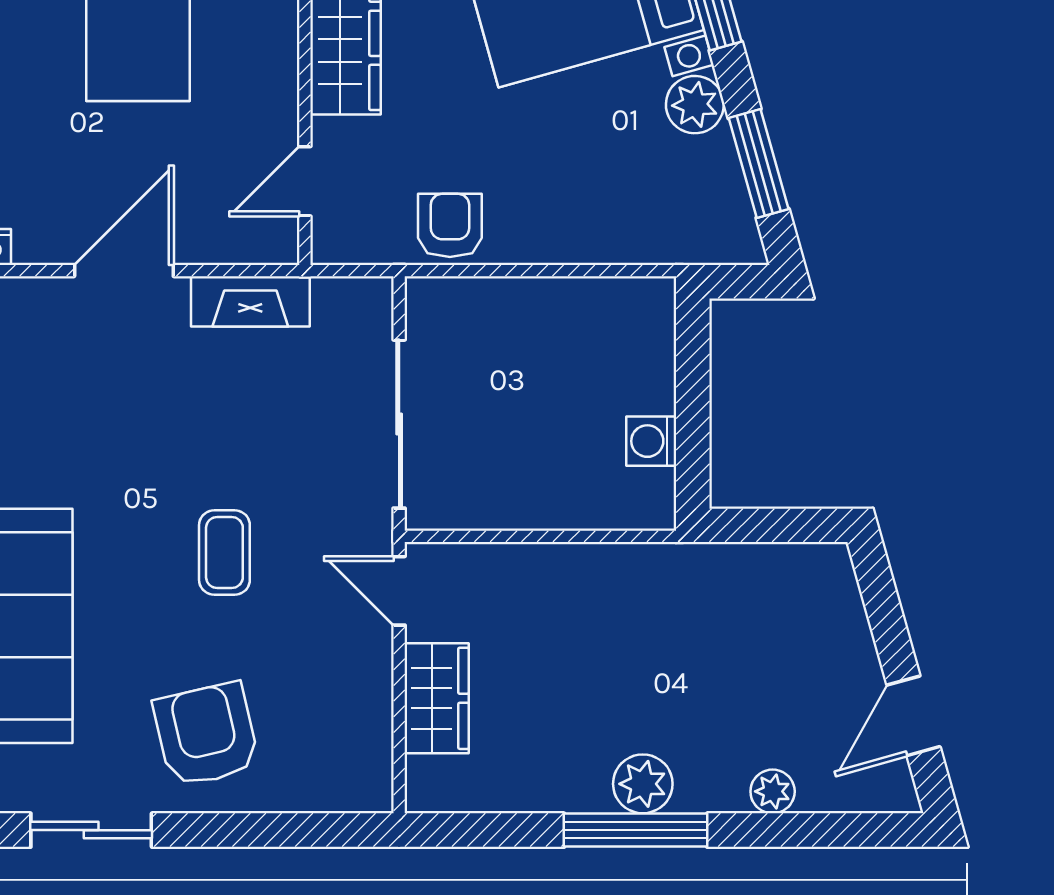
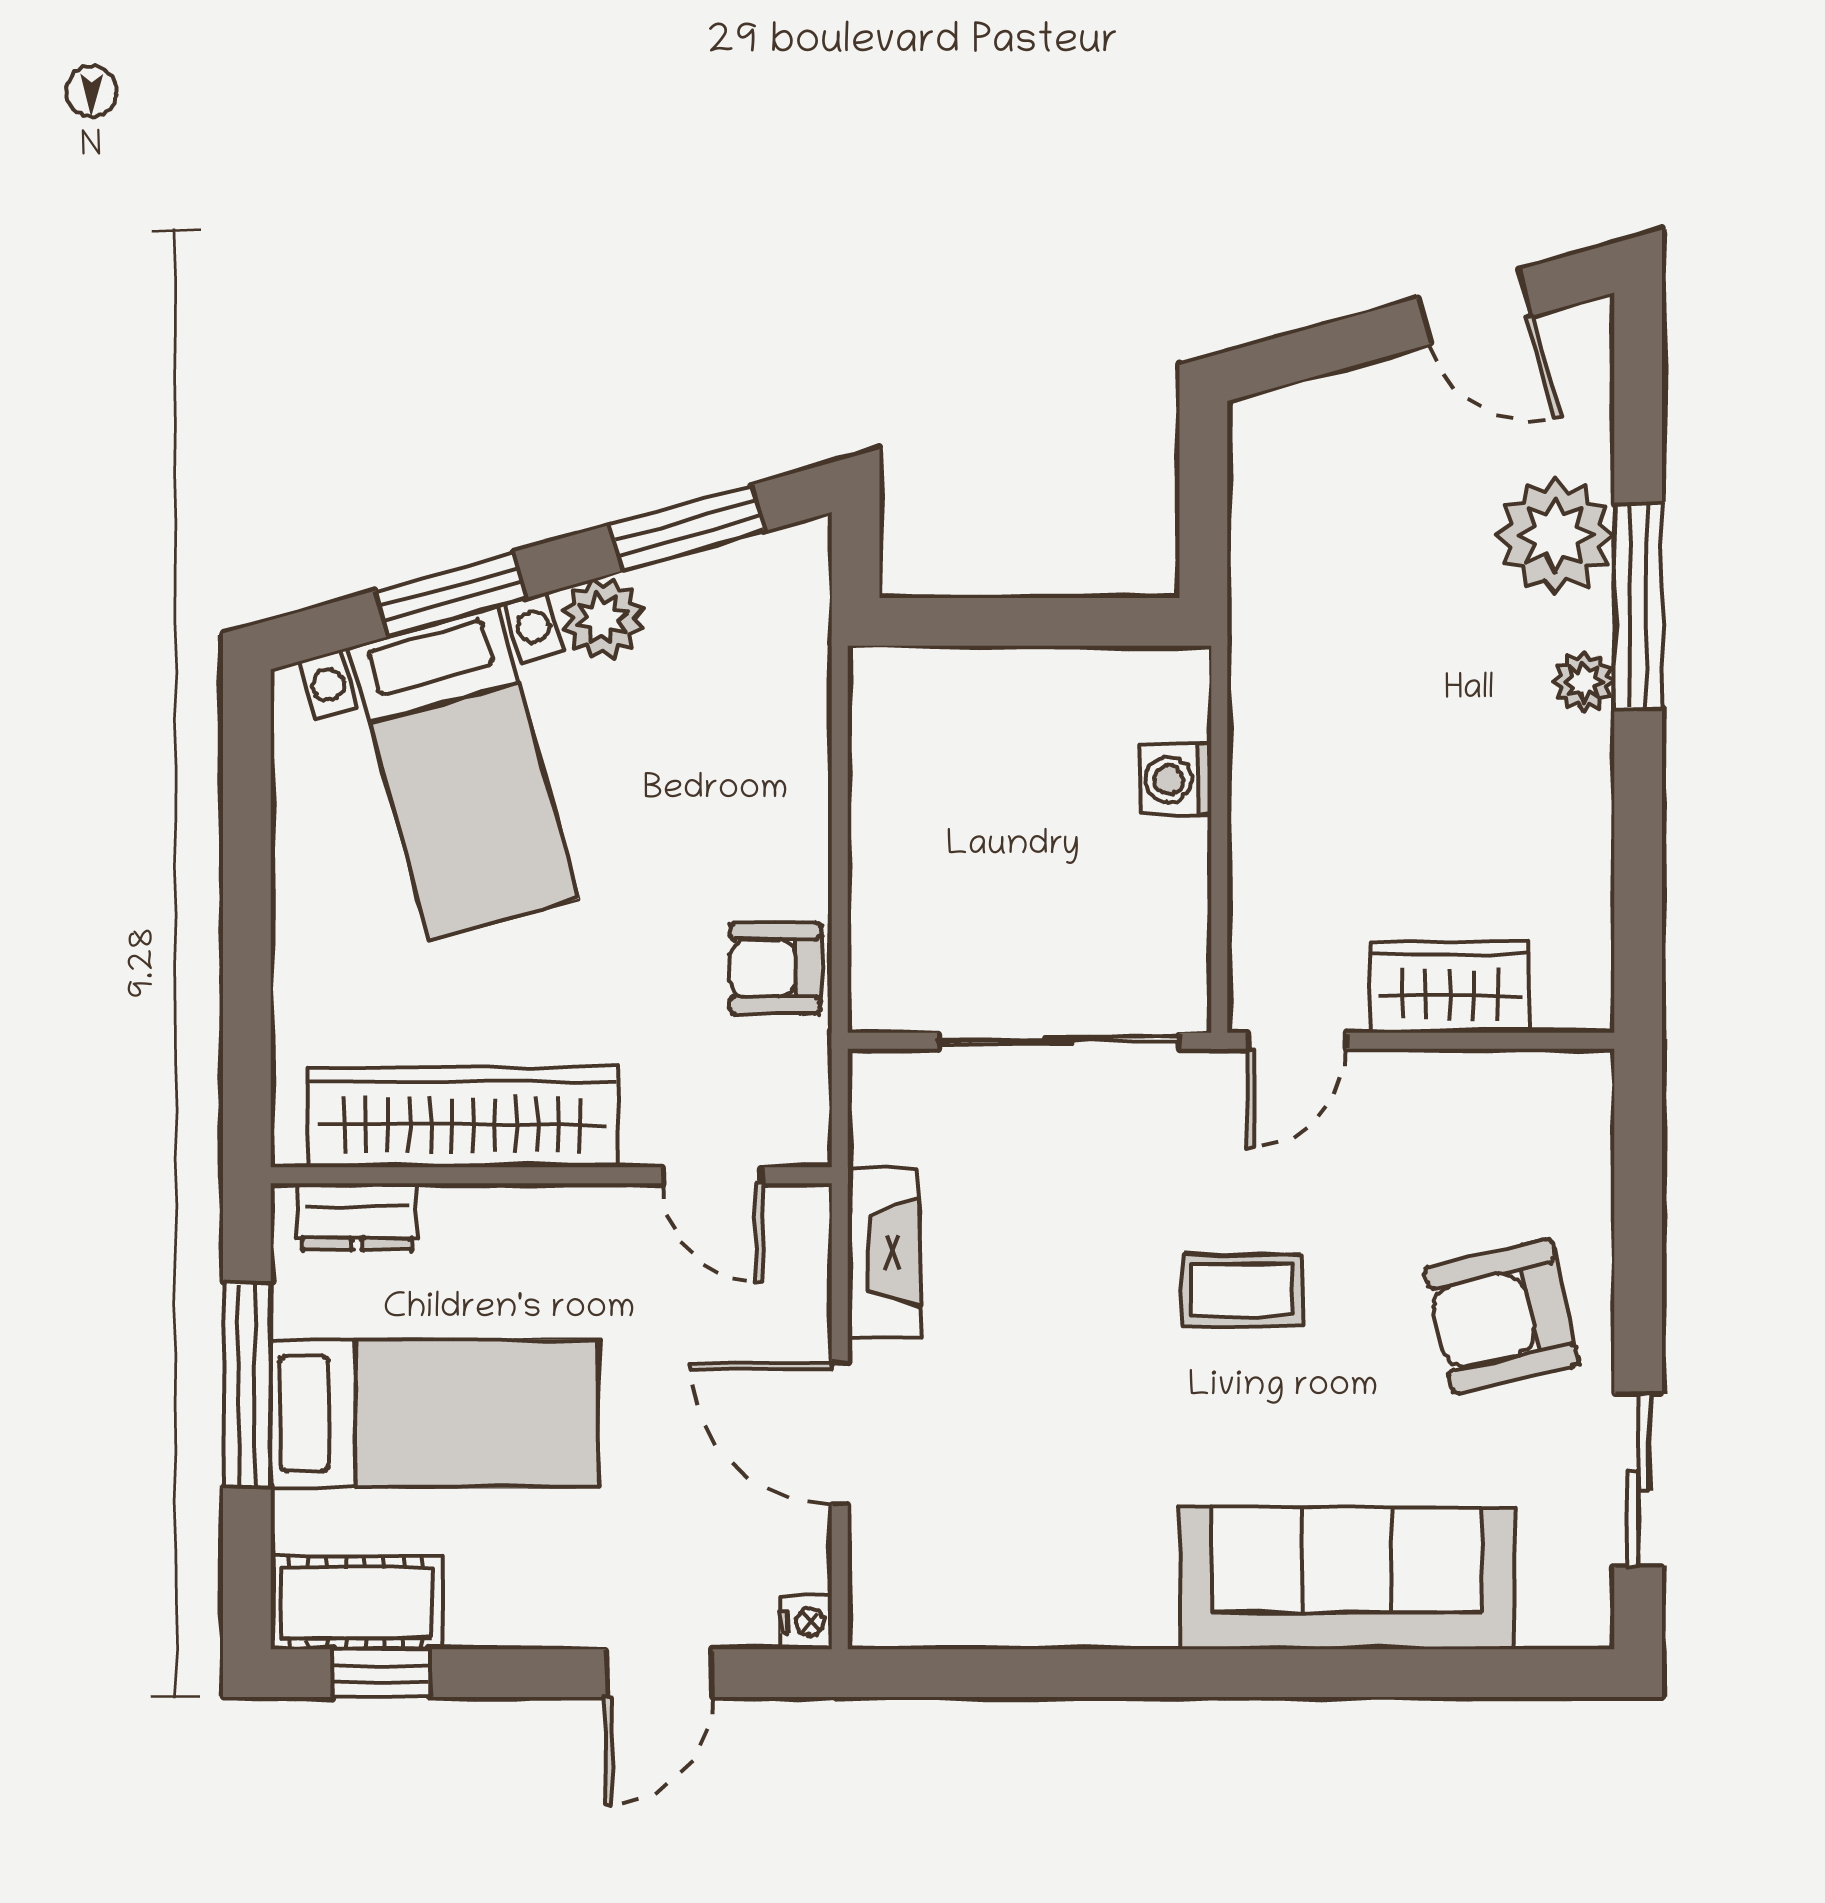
washing machine: (651, 441) -> (1176, 779), moved, turned 90
plant: (643, 784) -> (1584, 682), width x0.73, depth x0.73
plant: (773, 791) -> (1556, 535), width x1.88, depth x1.88
window: (636, 830) -> (1638, 606), moved

